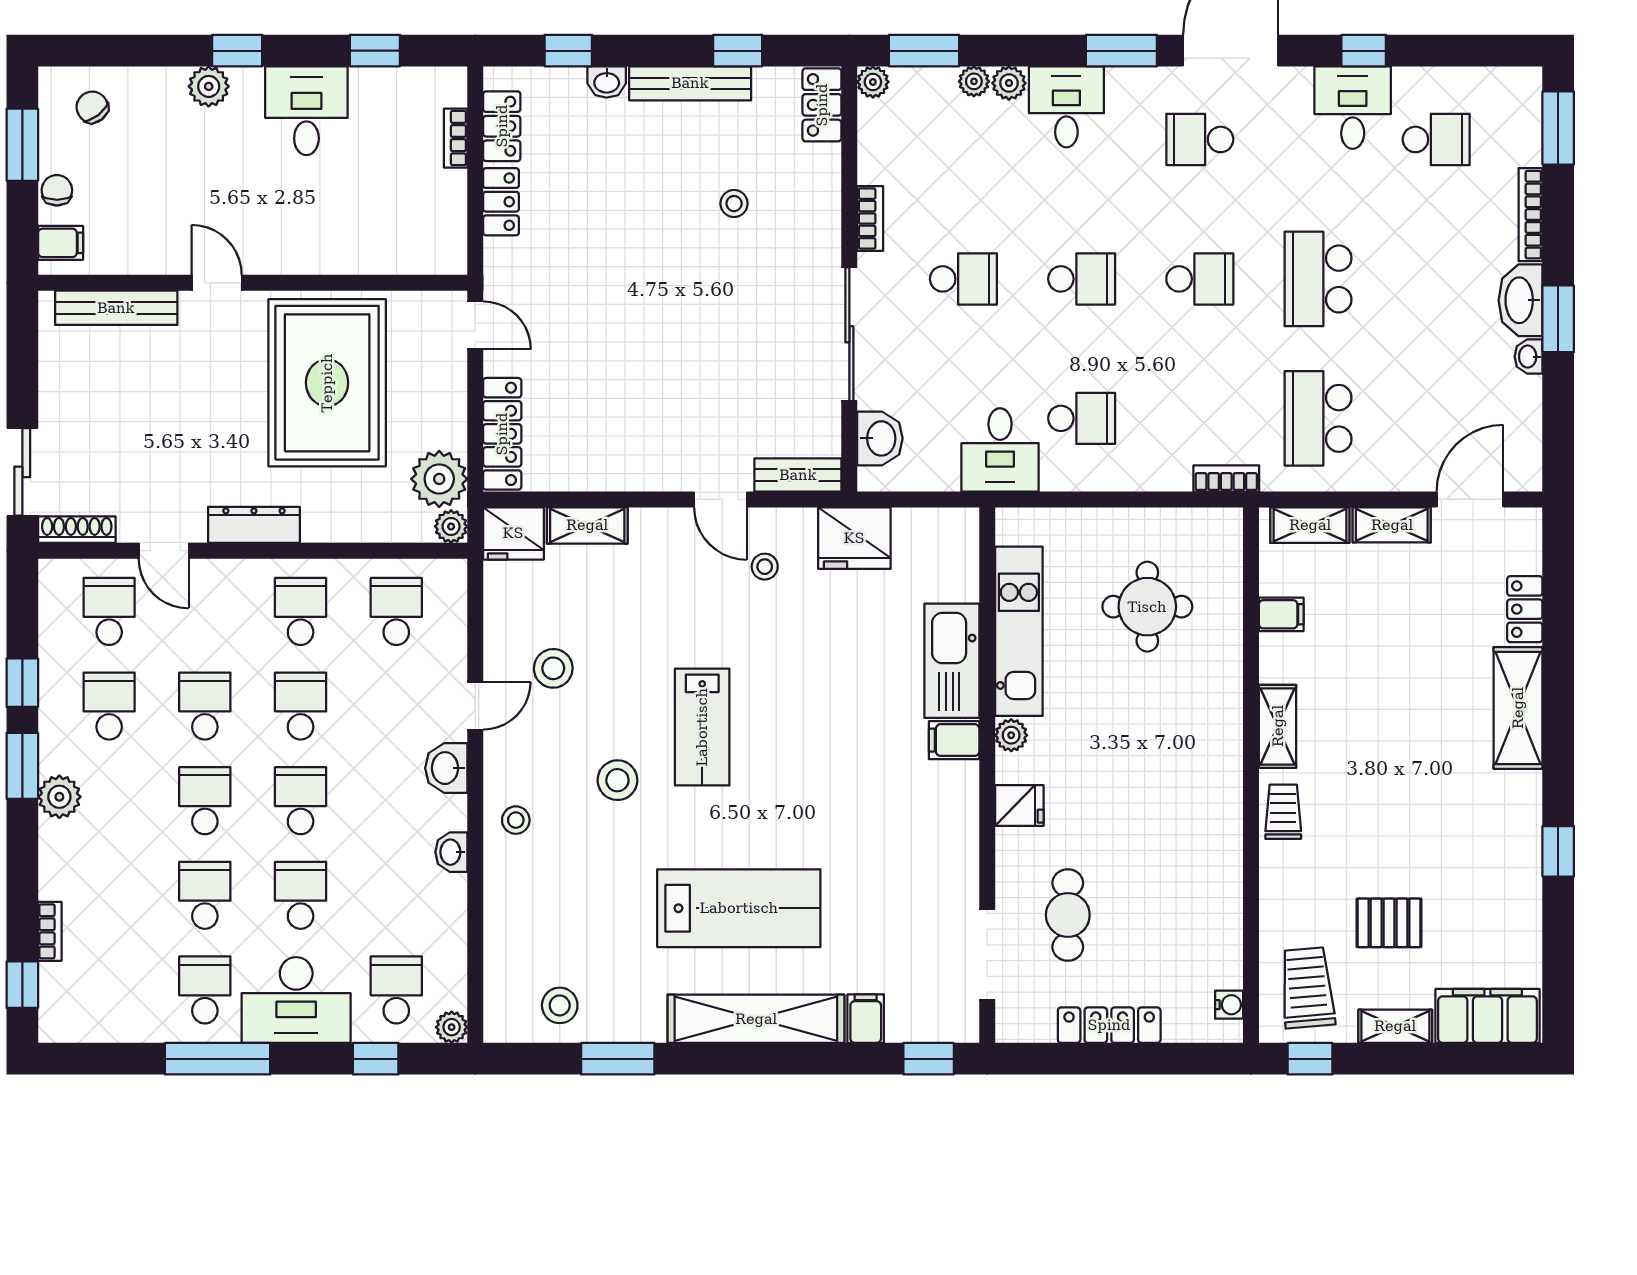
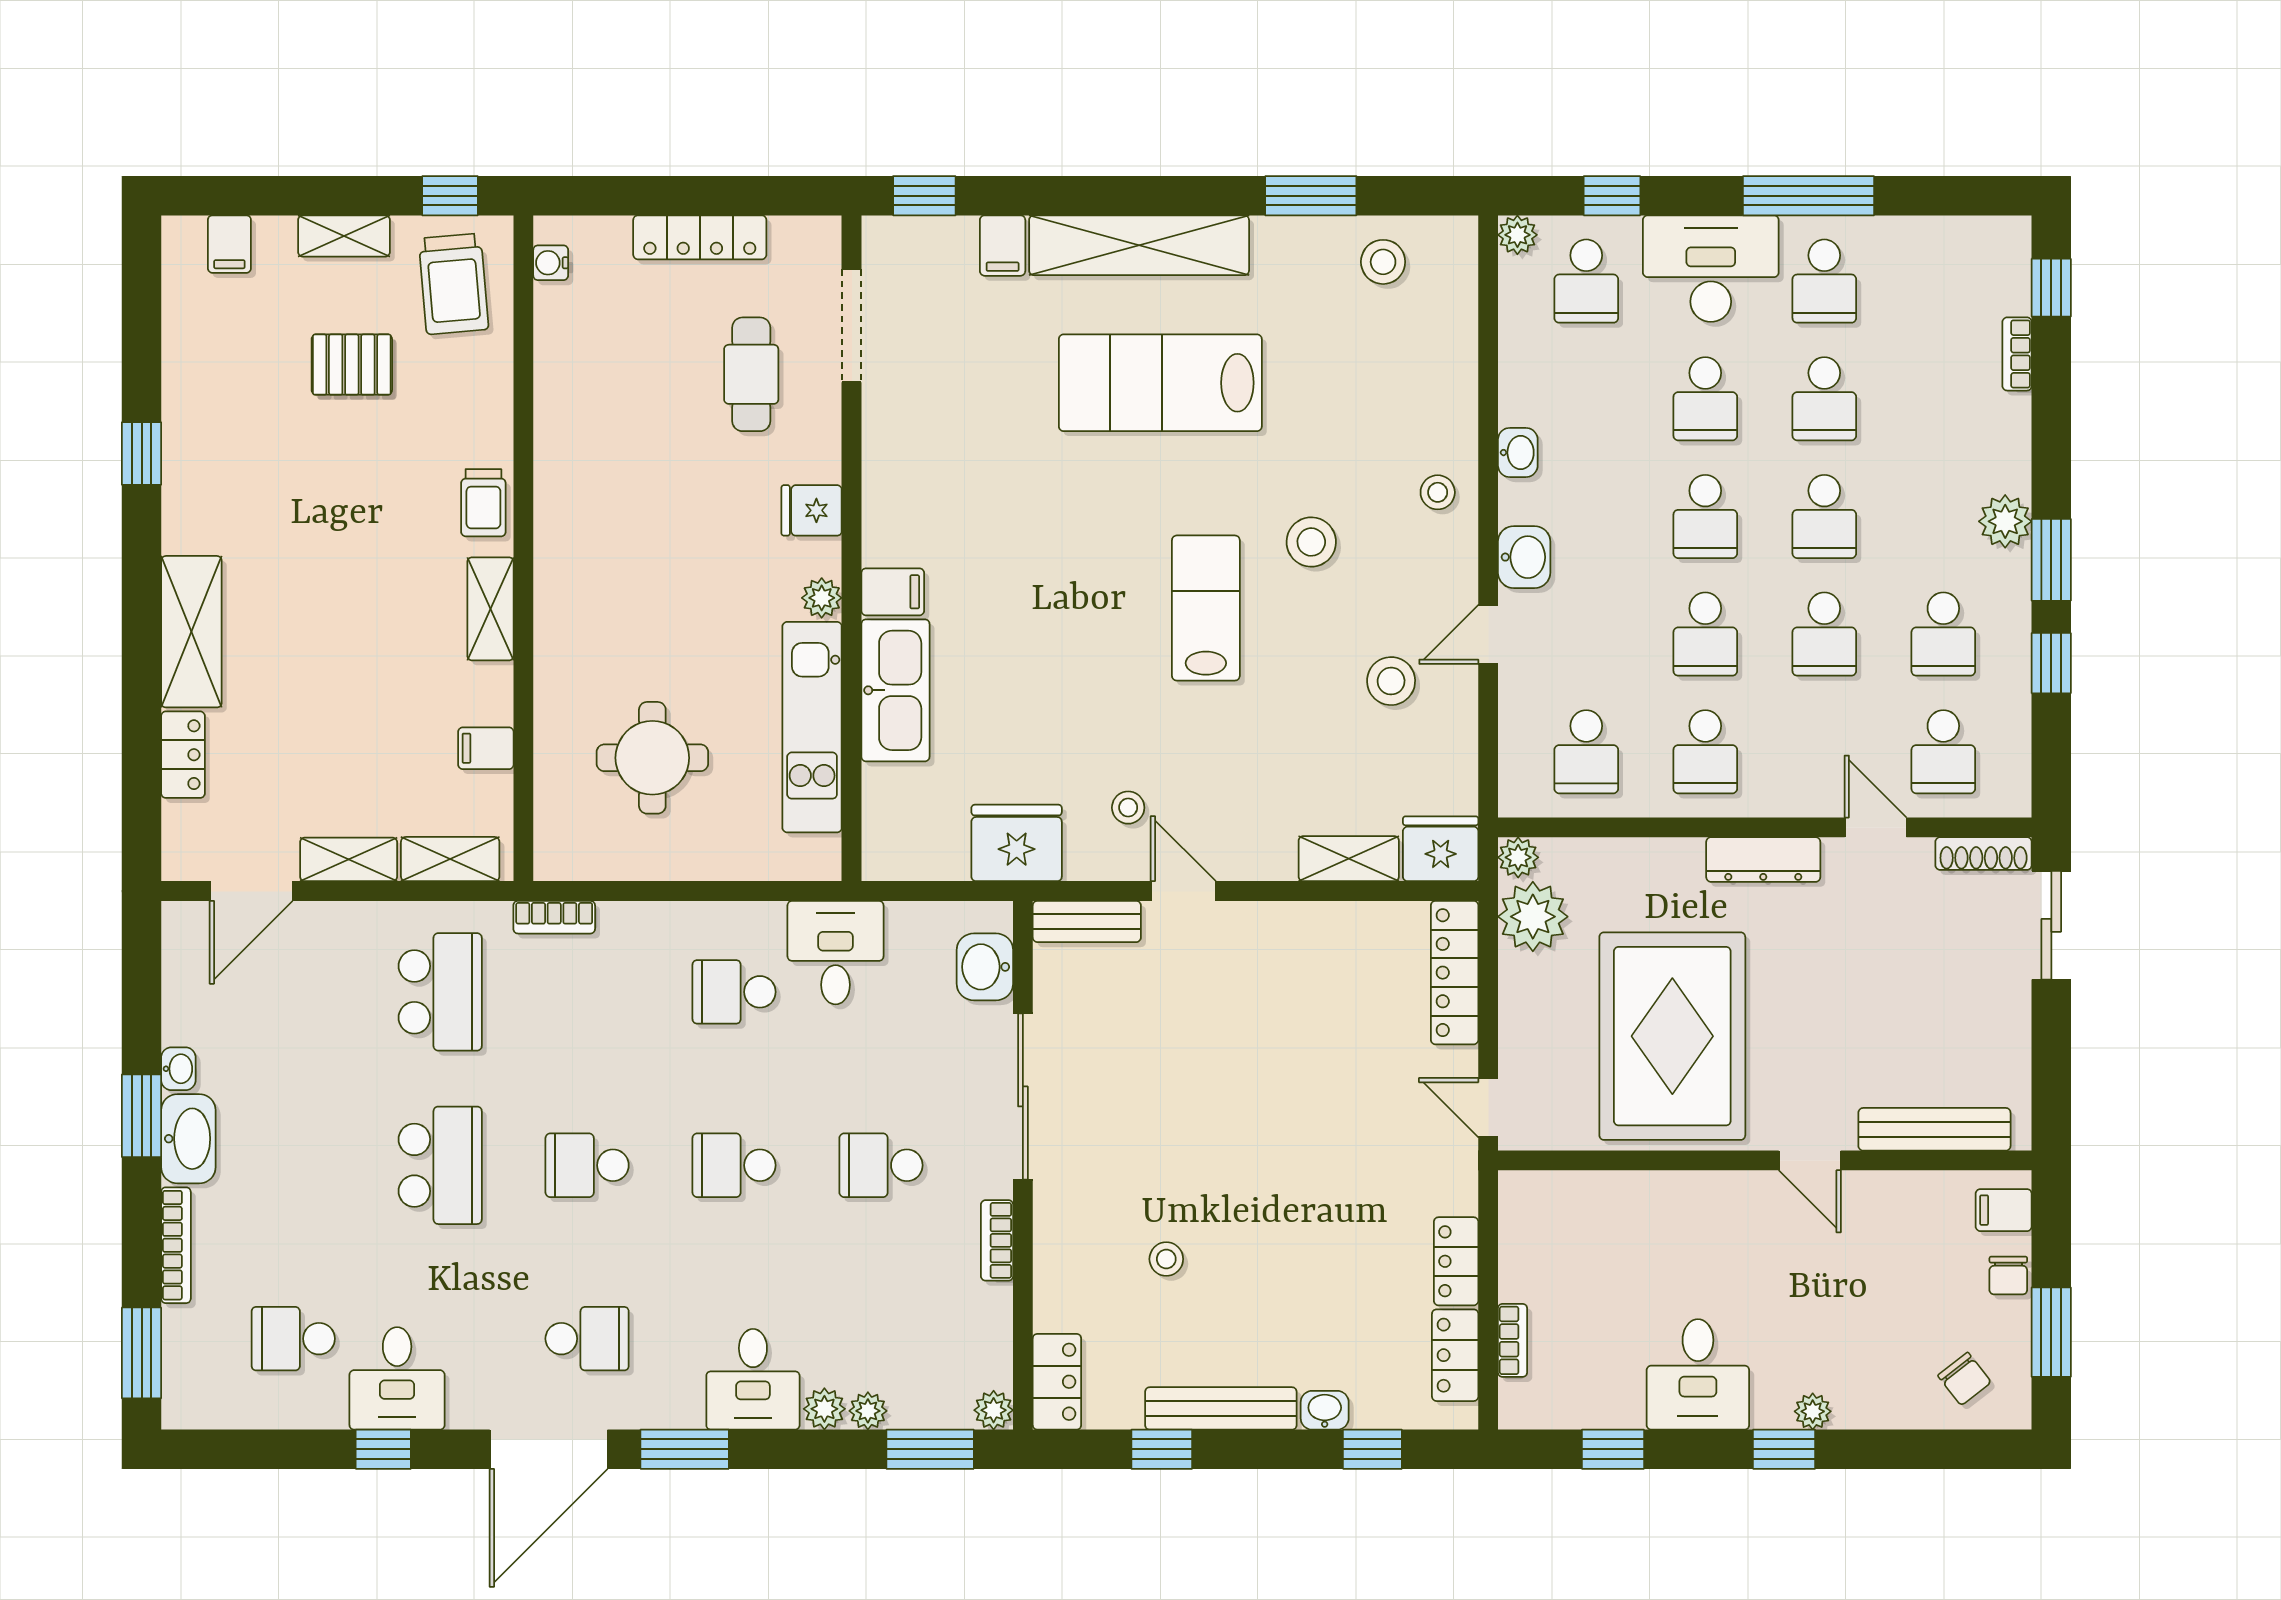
plant: (209, 86) -> (1813, 1411), width x0.73, depth x0.73
filing cabinet: (1487, 1016) -> (229, 244), width x0.33, depth x0.86

